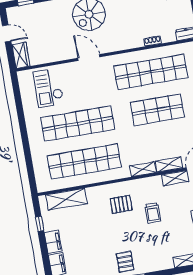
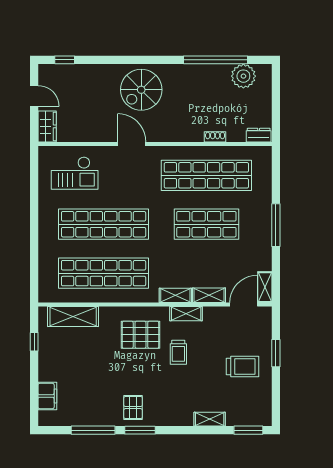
checkout: (48, 88) -> (75, 173), turned -90
shelving: (175, 178) -> (186, 314), moved
pallet: (121, 204) -> (140, 335), width x1.50, depth x1.42
filing cabinet: (53, 242) -> (47, 367), removed

